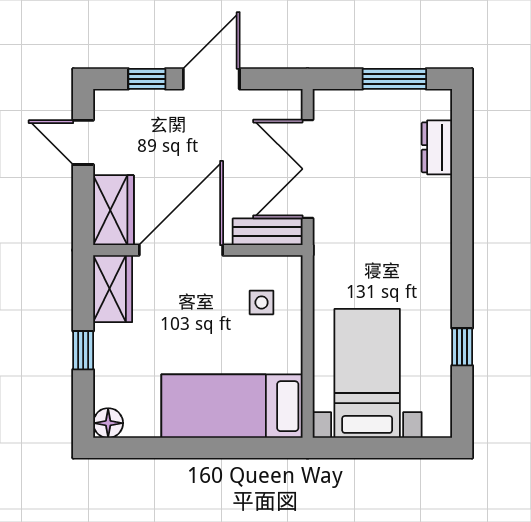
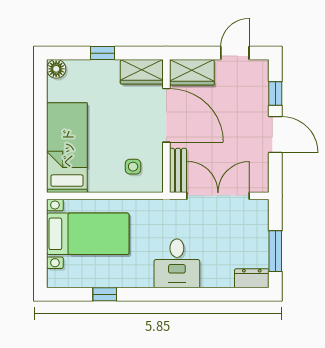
dresser: (437, 147) -> (252, 278), moved
desk: (414, 234) -> (177, 263), added

